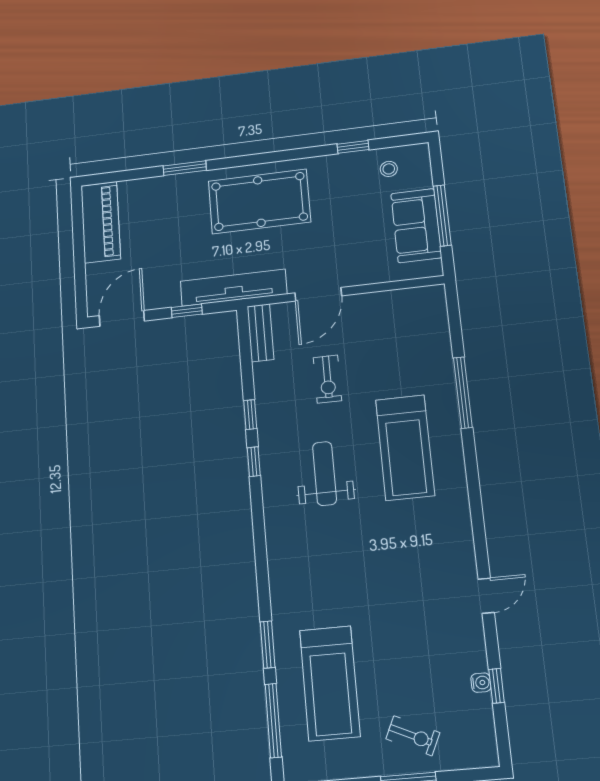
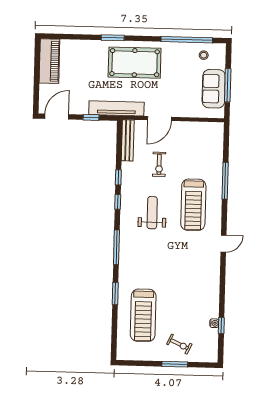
window: (353, 147) -> (187, 40), width x3.17
window: (185, 168) -> (113, 38), moved
bench: (260, 333) -> (128, 140), width x1.36
door: (486, 596) -> (224, 244), moved
window: (273, 720) -> (116, 247), moved

